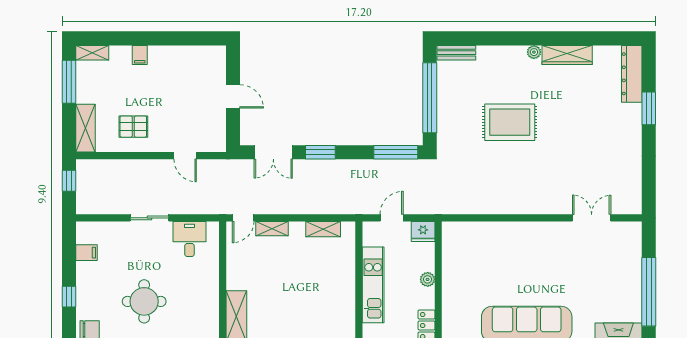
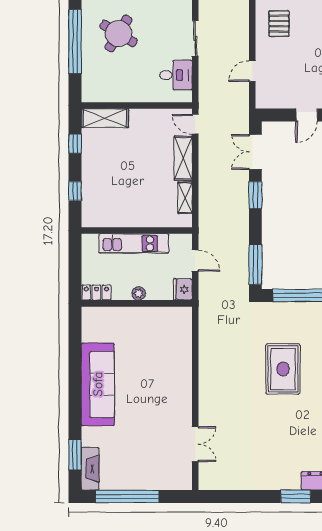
shelving: (272, 229) -> (183, 158), width x1.50, depth x1.33
round table: (144, 301) -> (119, 33), turned 31

